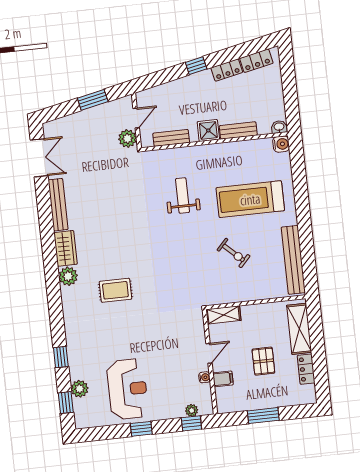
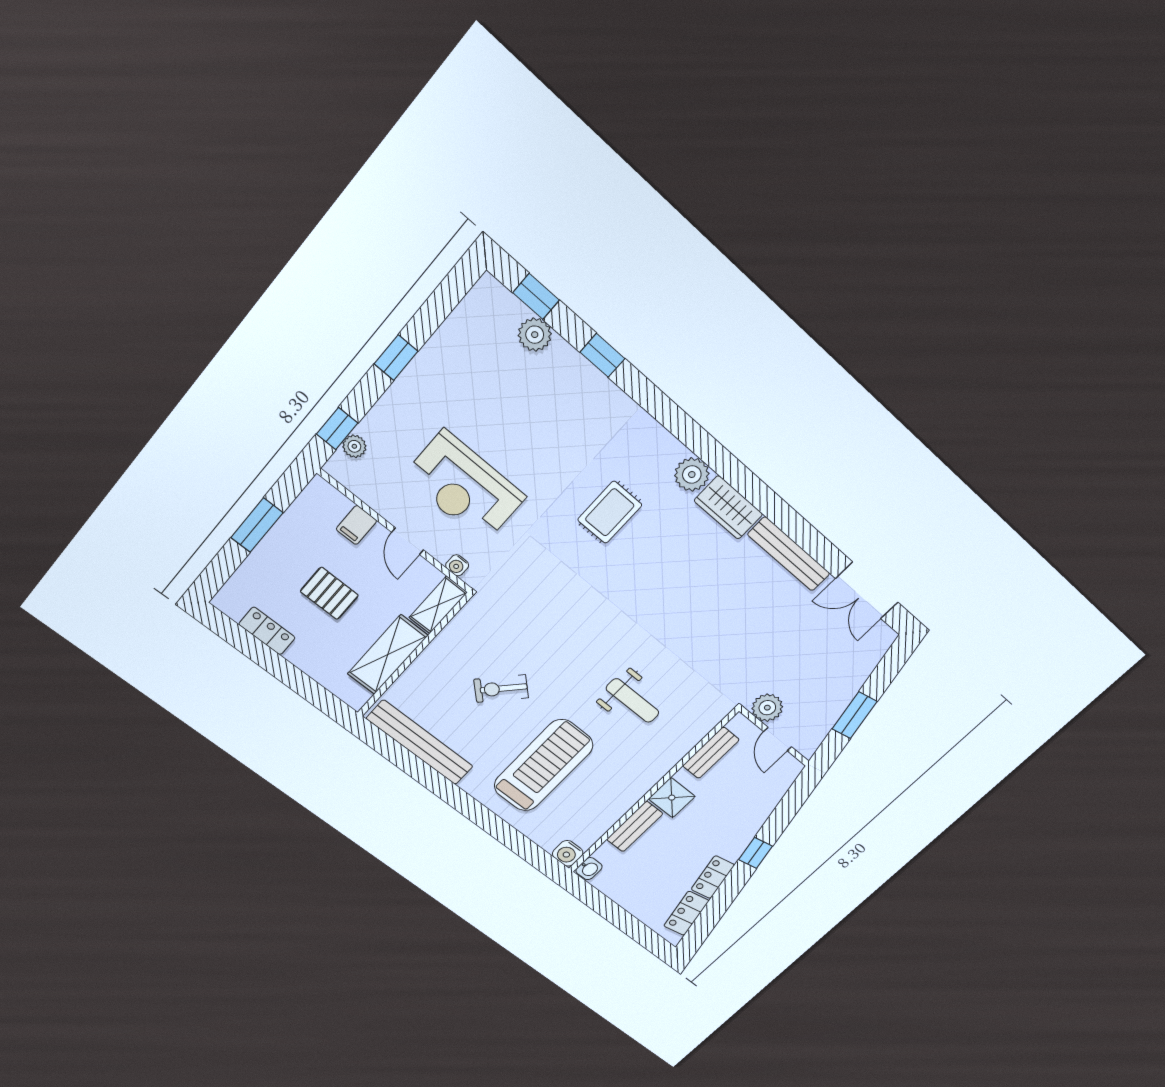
shelving: (299, 329) -> (388, 655), moved, turned 90
water cooler: (205, 377) -> (457, 565), moved
reception desk: (128, 389) -> (464, 487), moved

